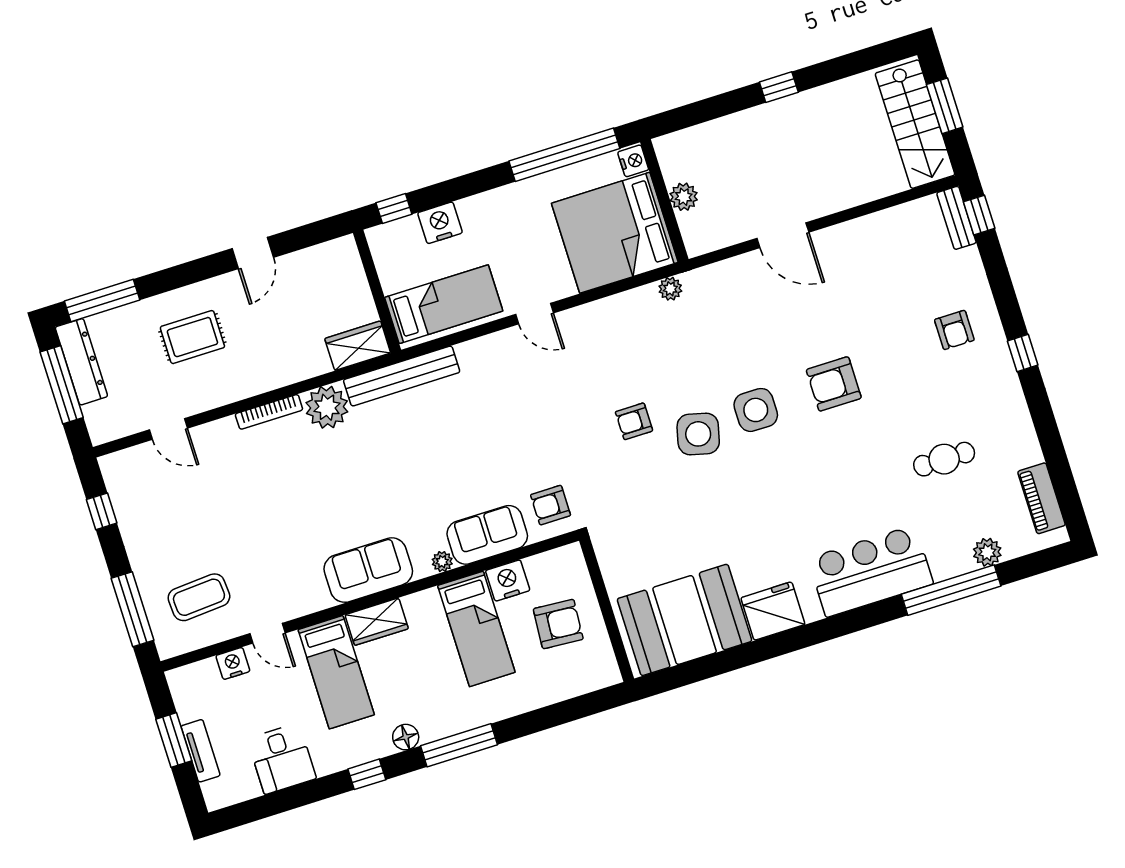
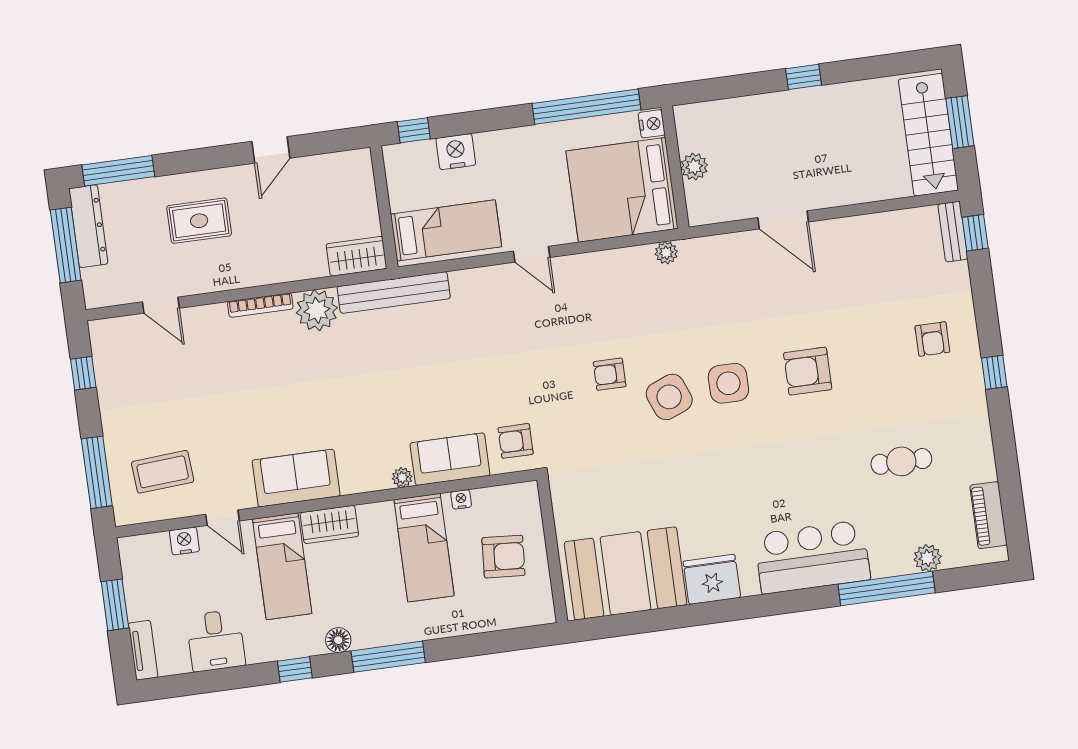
side table: (698, 434) -> (669, 397), turned -36
sofa: (368, 570) -> (296, 478), moved
nightstand: (508, 580) -> (461, 499), width x0.53, depth x0.56
tv unit: (201, 751) -> (143, 650), moved

